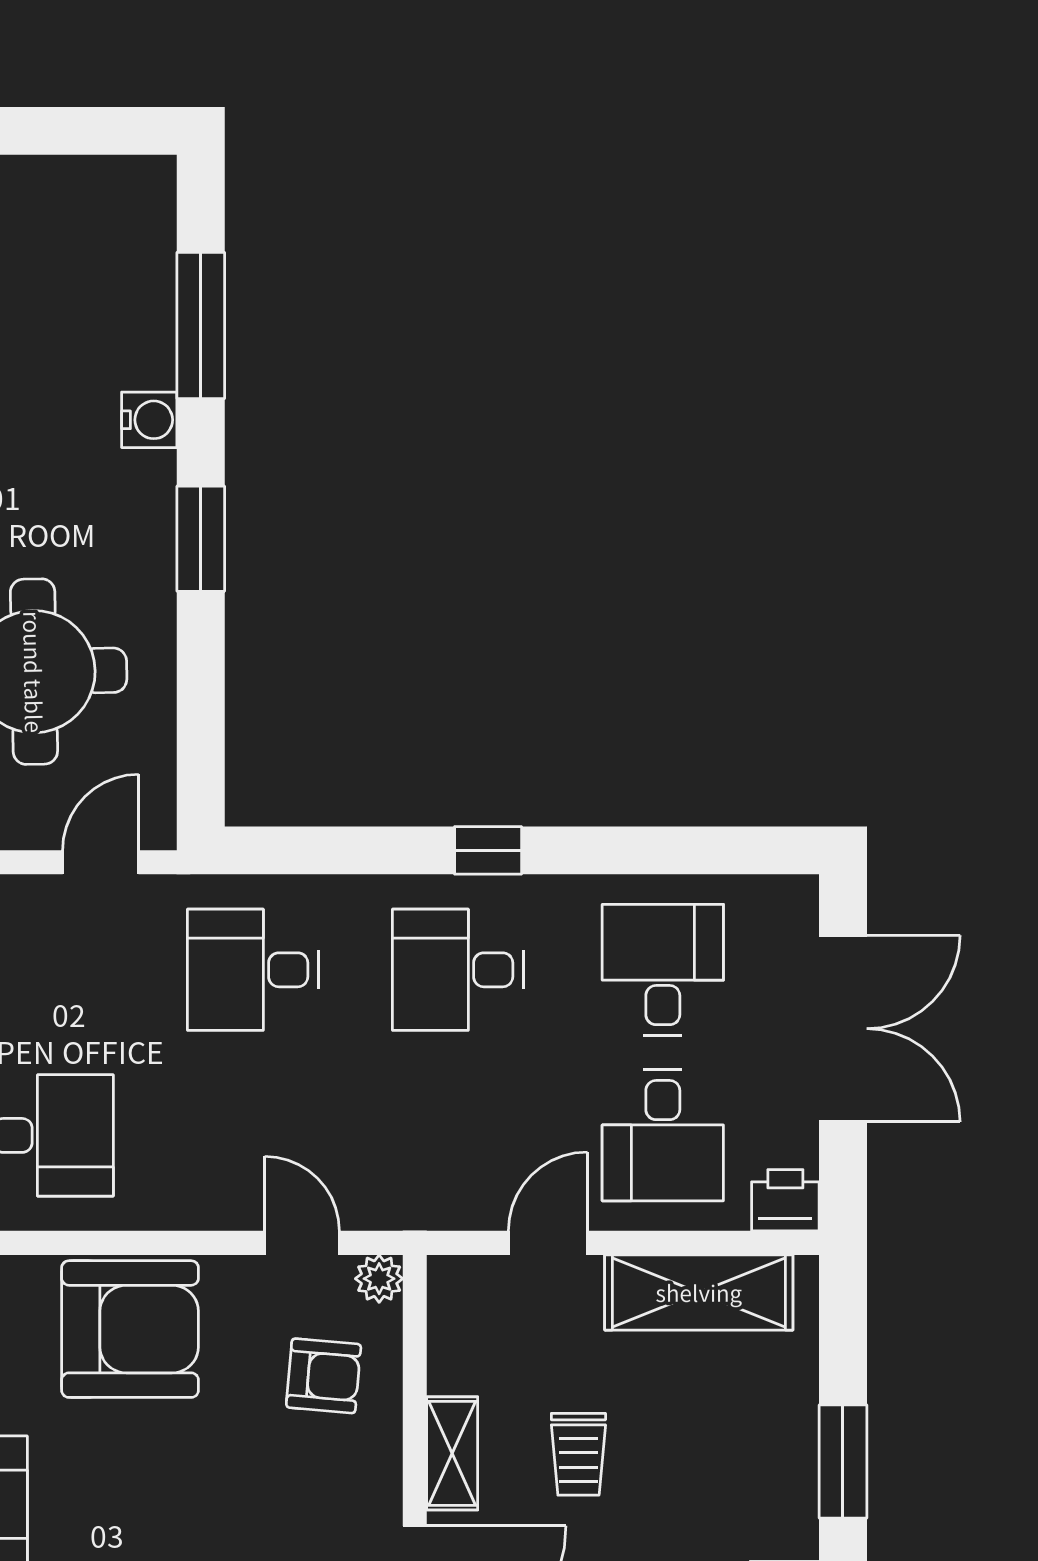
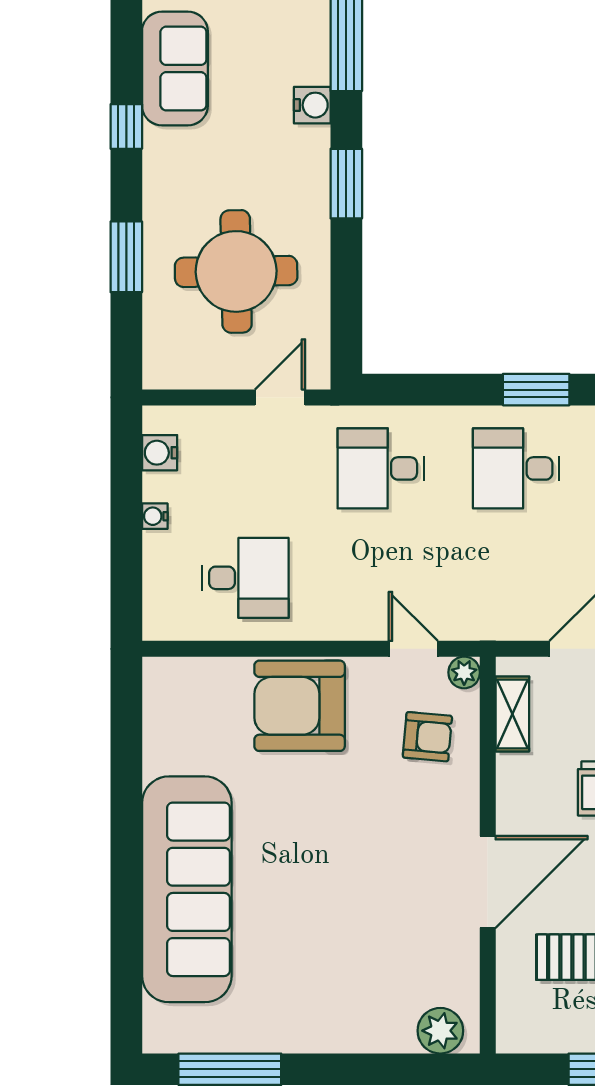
window: (488, 850) -> (536, 390), width x1.50
armchair: (130, 1329) -> (300, 706), turned 180
shelving: (452, 1453) -> (512, 714), moved

